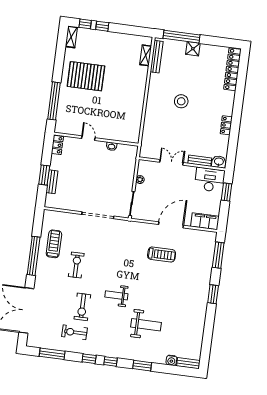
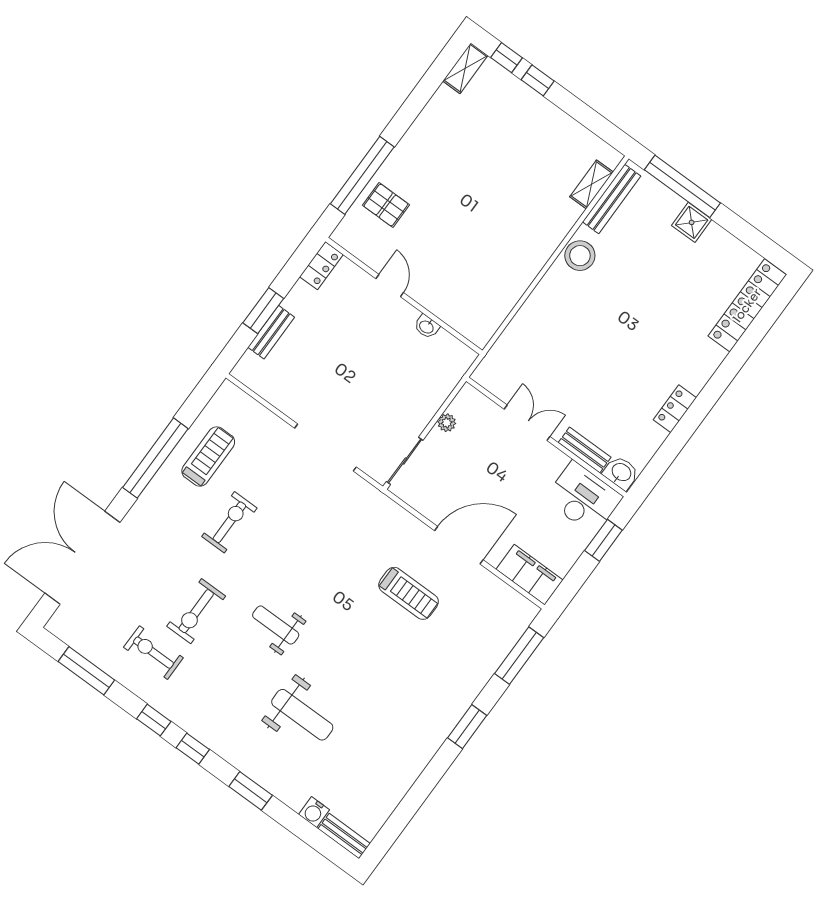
pallet: (86, 76) -> (386, 205), moved, width x0.49, depth x0.50
stool: (181, 101) -> (580, 256), moved

